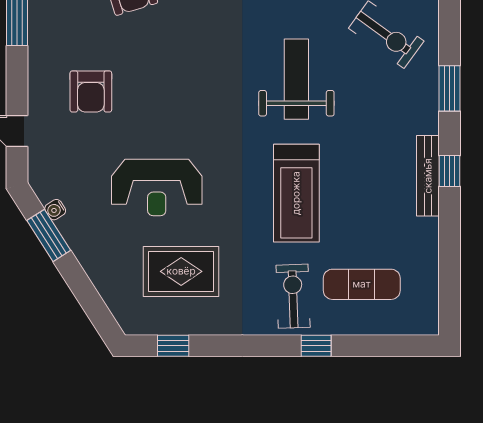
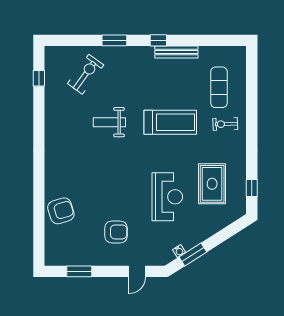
weight bench: (296, 79) -> (109, 122), width x0.73, depth x0.75
bench: (428, 176) -> (176, 52), moved
exercise bike: (293, 296) -> (225, 124), width x0.73, depth x0.72
window: (316, 346) -> (252, 112), removed

